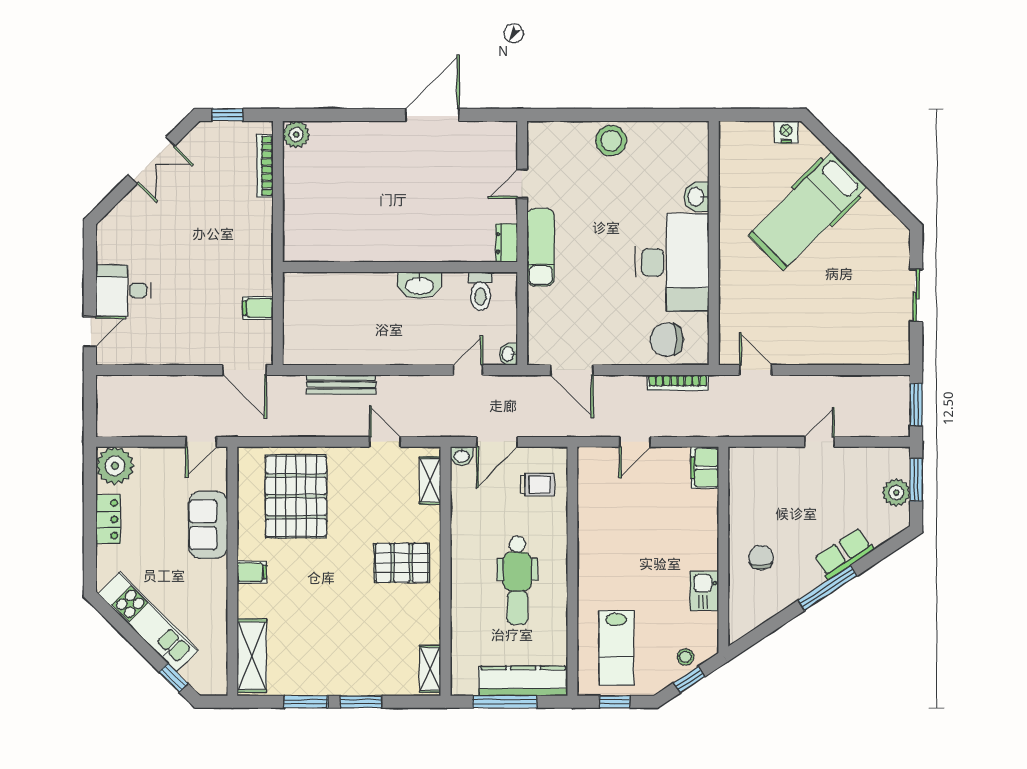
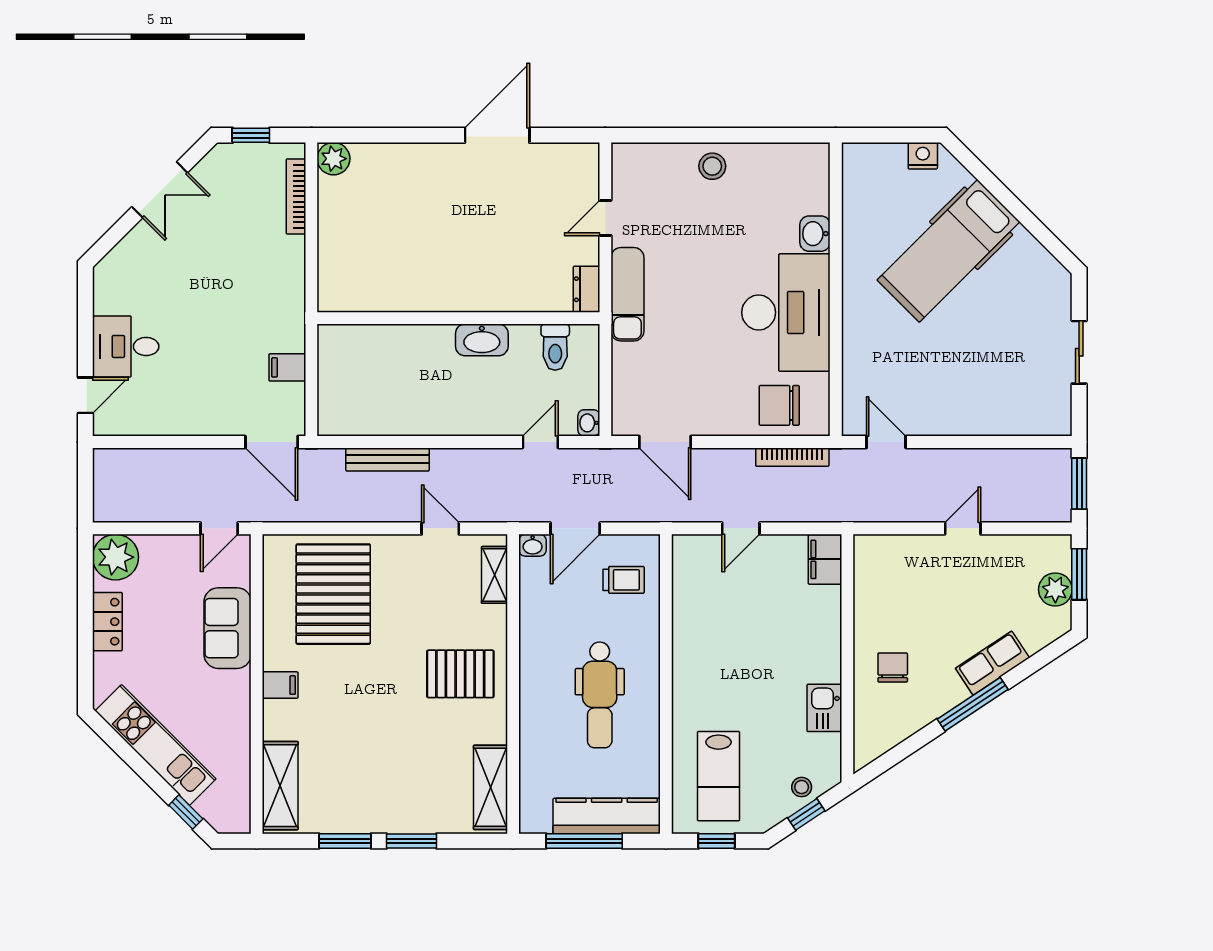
stool: (611, 141) -> (712, 166), width x0.73, depth x0.73
shelving: (430, 669) -> (490, 787), width x1.50, depth x1.33

